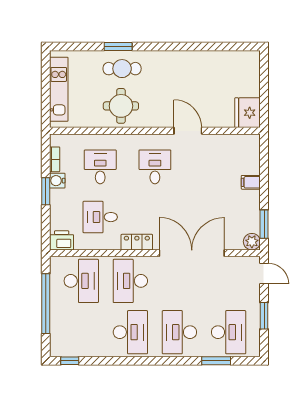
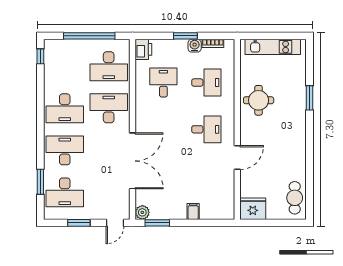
cafe table: (122, 69) -> (295, 198), moved
locker: (137, 242) -> (142, 114), removed

